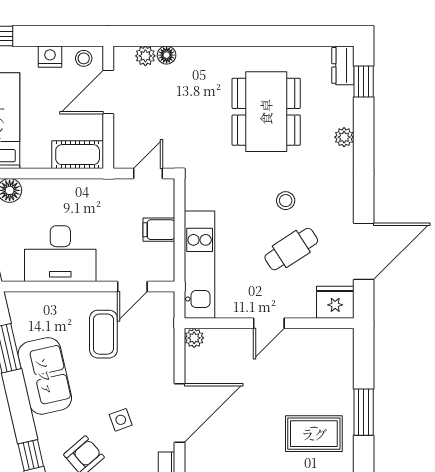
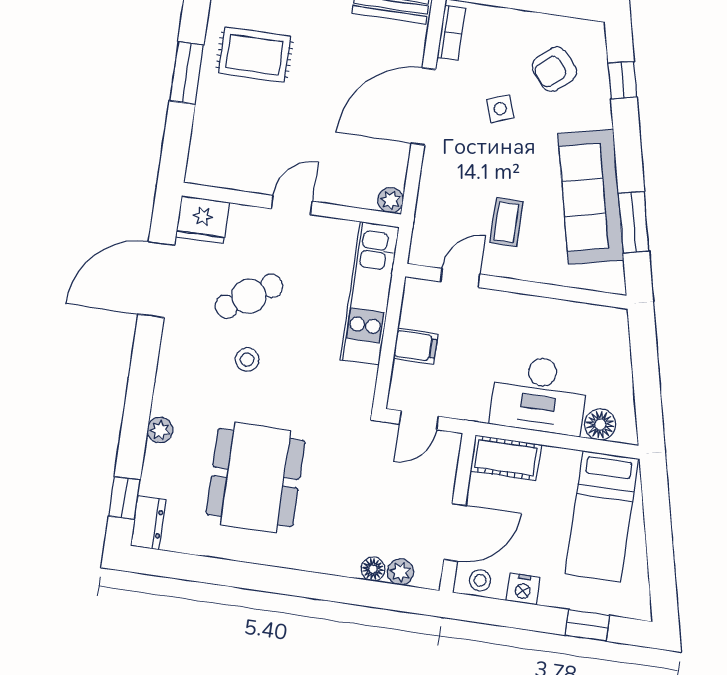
desk: (60, 254) -> (539, 395), moved, turned 180
coffee table: (103, 334) -> (506, 222), width x0.73, depth x0.77
sofa: (45, 376) -> (591, 197), width x1.36

